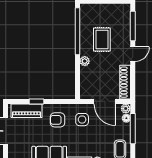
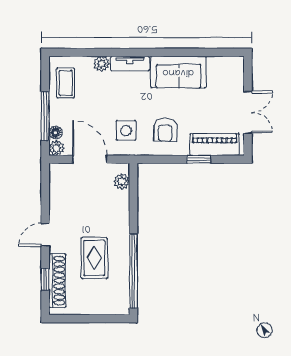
window: (133, 26) -> (45, 279), width x0.46
plant: (85, 61) -> (122, 181), moved
shoe rack: (125, 82) -> (57, 281), moved
armchair: (57, 120) -> (165, 130), turned 90

